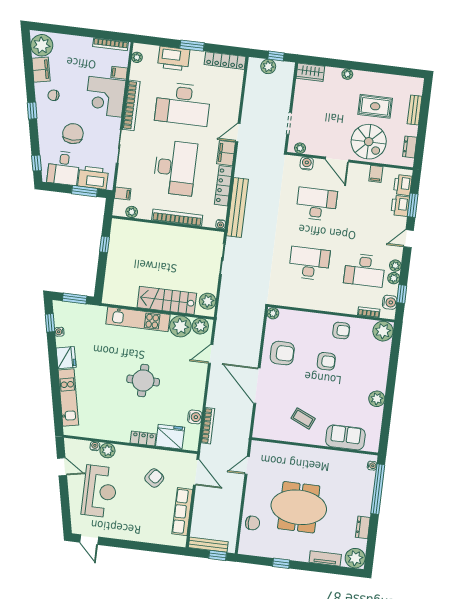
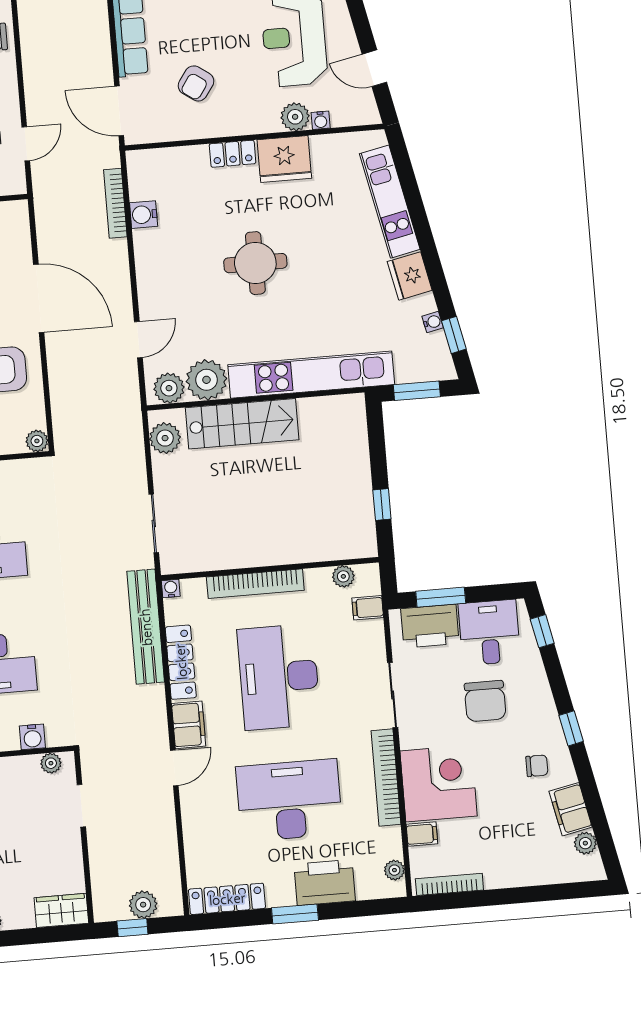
plant: (42, 45) -> (585, 843), width x0.53, depth x0.53
kitchen unit: (138, 319) -> (311, 375), width x1.36
fridge: (170, 437) -> (284, 159), moved

